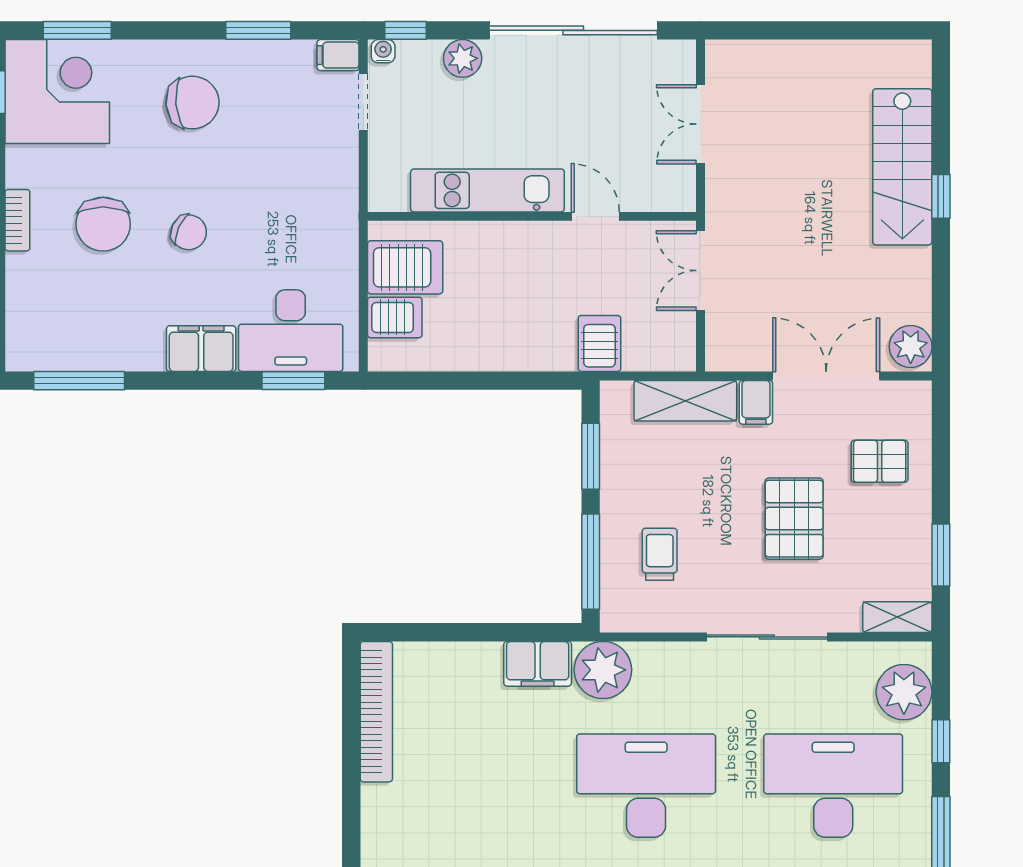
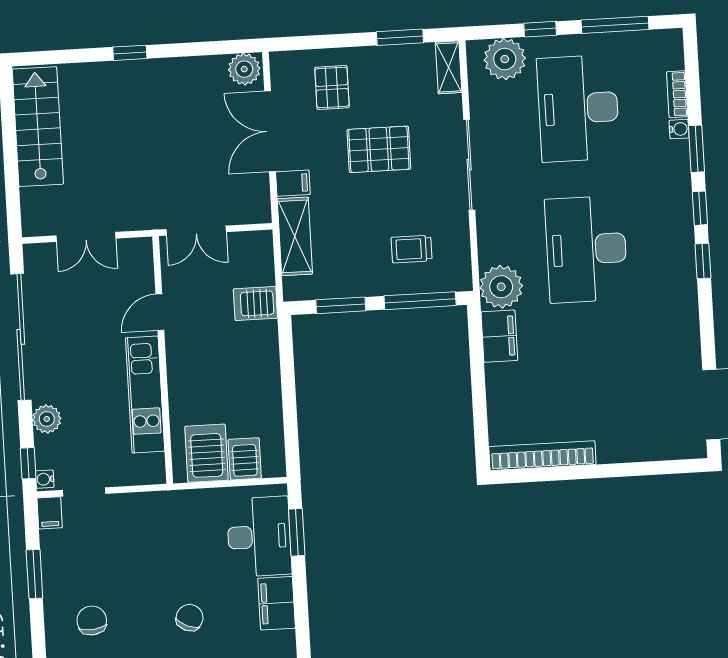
chair: (192, 103) -> (92, 620), width x0.73, depth x0.73
stairs: (902, 167) -> (38, 127), moved, turned -90

